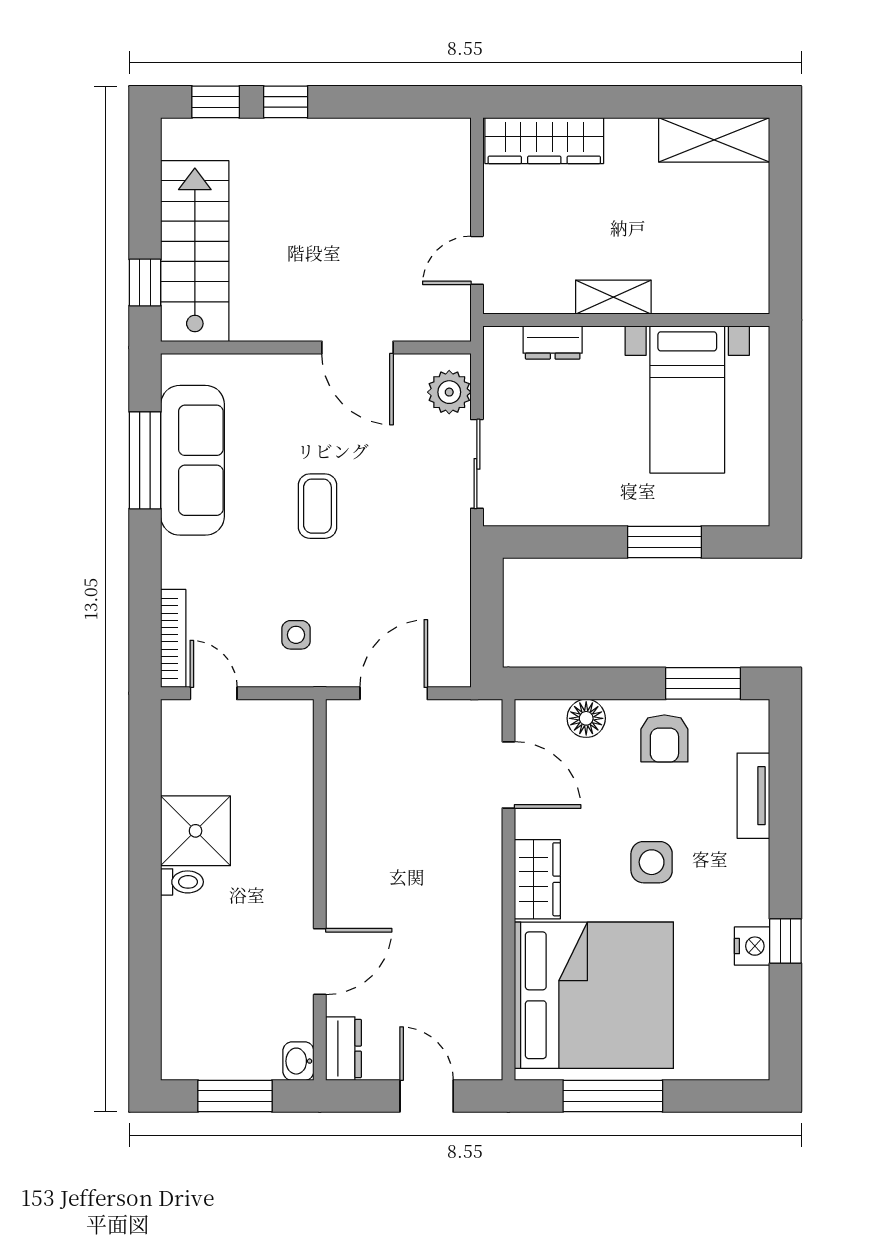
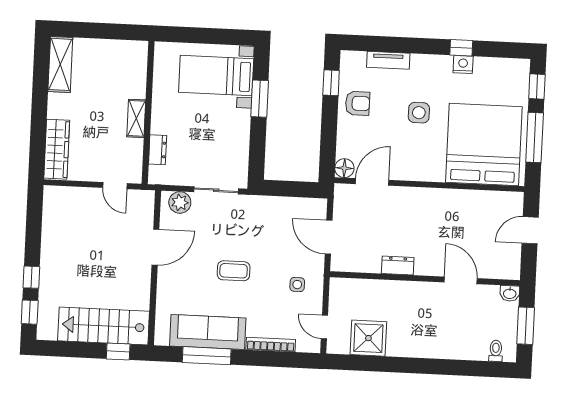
bed with nightstands: (687, 400) -> (216, 76), moved, turned 180
bookcase: (173, 638) -> (271, 345), moved
window: (703, 683) -> (331, 83), width x0.67
door: (214, 693) -> (324, 327), hinge flipped
floor lamp: (586, 718) -> (344, 168), moved
shower: (196, 831) -> (368, 338), moved
wardrobe: (537, 879) -> (425, 170), removed
toilet: (182, 882) -> (496, 351), moved
dresser: (344, 1049) -> (398, 266), moved
window: (715, 1096) -> (537, 87), added

